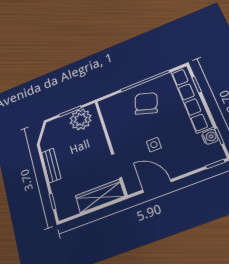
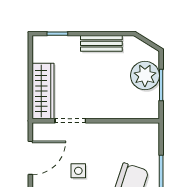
plant: (81, 119) -> (145, 76), moved

